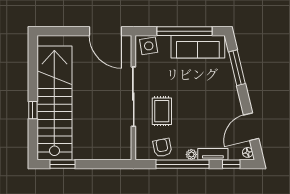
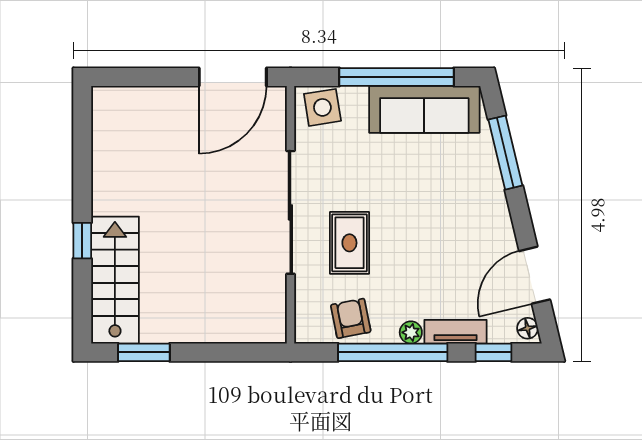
door: (105, 31) -> (233, 77), hinge flipped
stairs: (54, 103) -> (115, 280), width x0.54, depth x0.66

